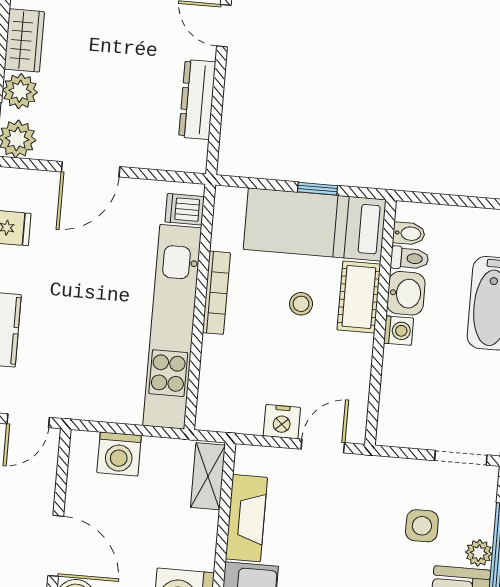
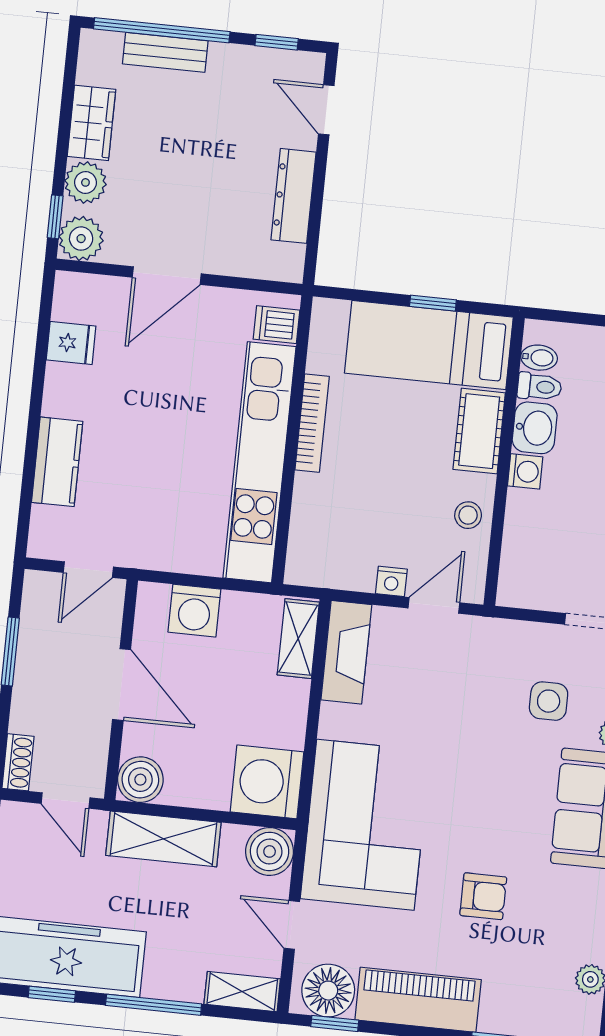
stool: (301, 304) -> (468, 515), moved
nightstand: (282, 422) -> (391, 581), width x0.72, depth x0.74
fireplace: (246, 518) -> (346, 652), moved
door: (56, 546) -> (122, 685), moved

